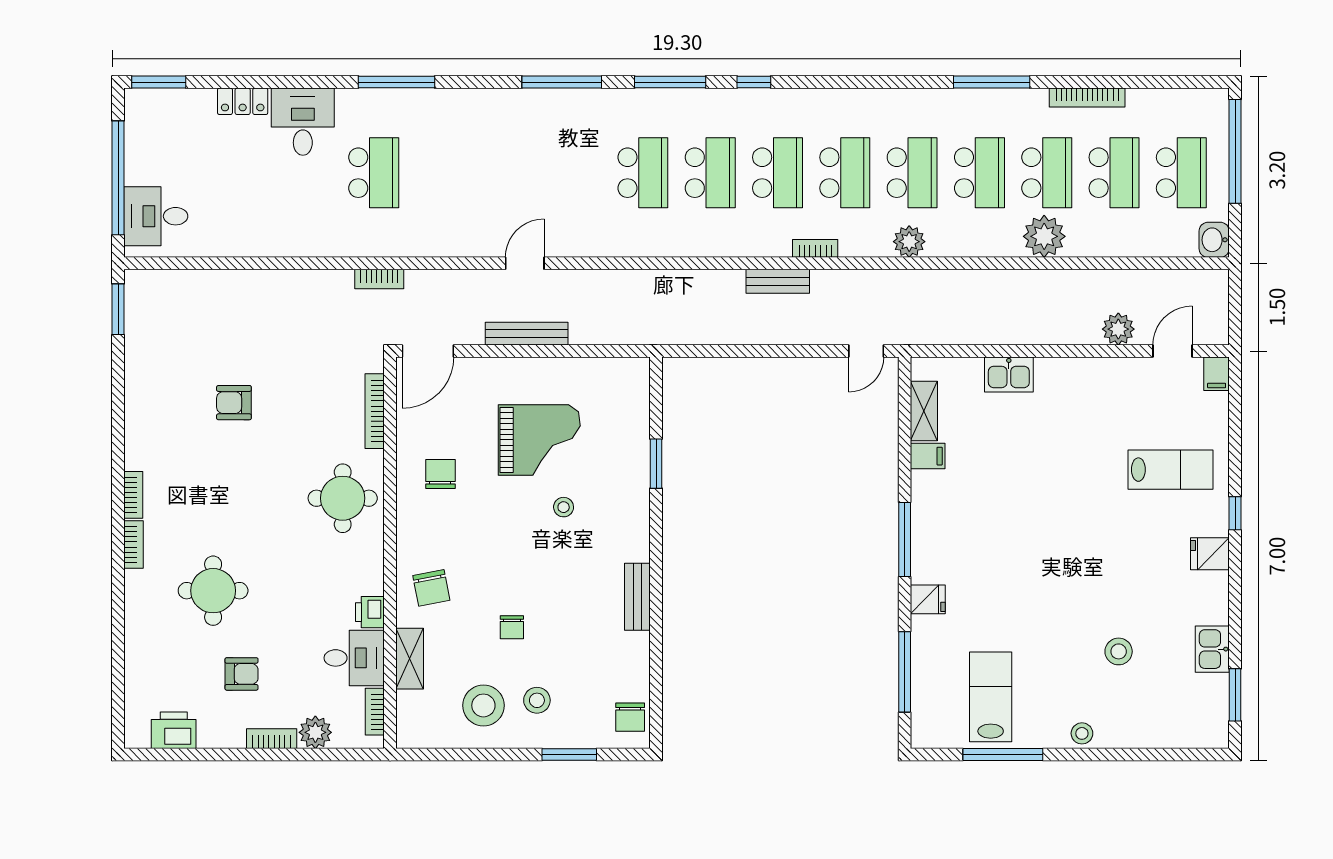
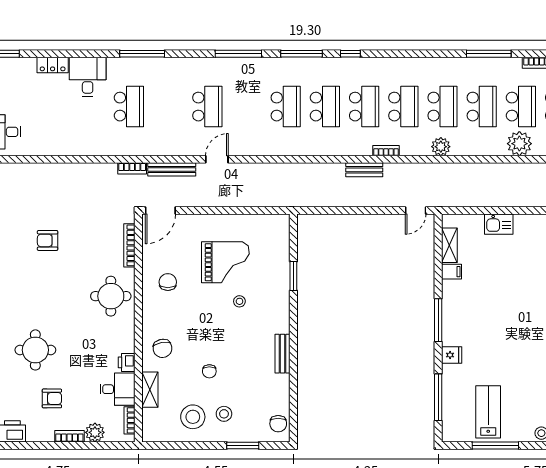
school desk: (508, 173) -> (207, 107), added
bench: (527, 334) -> (172, 169), moved

